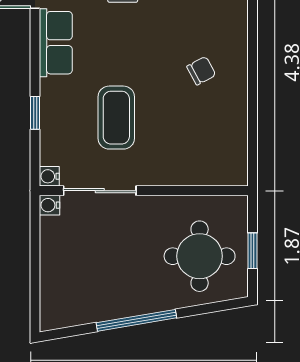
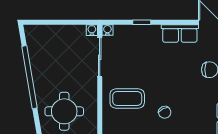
coffee table: (116, 118) -> (127, 99), moved
window: (136, 320) -> (29, 77), width x1.46

